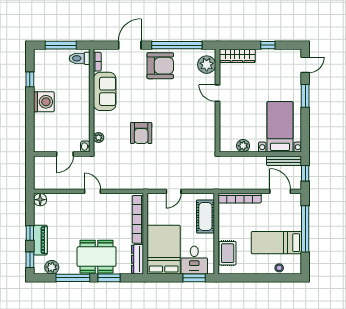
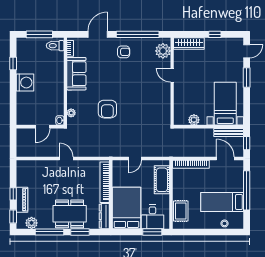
armchair: (160, 66) -> (124, 52), width x0.53, depth x0.53
floor lamp: (40, 200) -> (22, 166), removed

